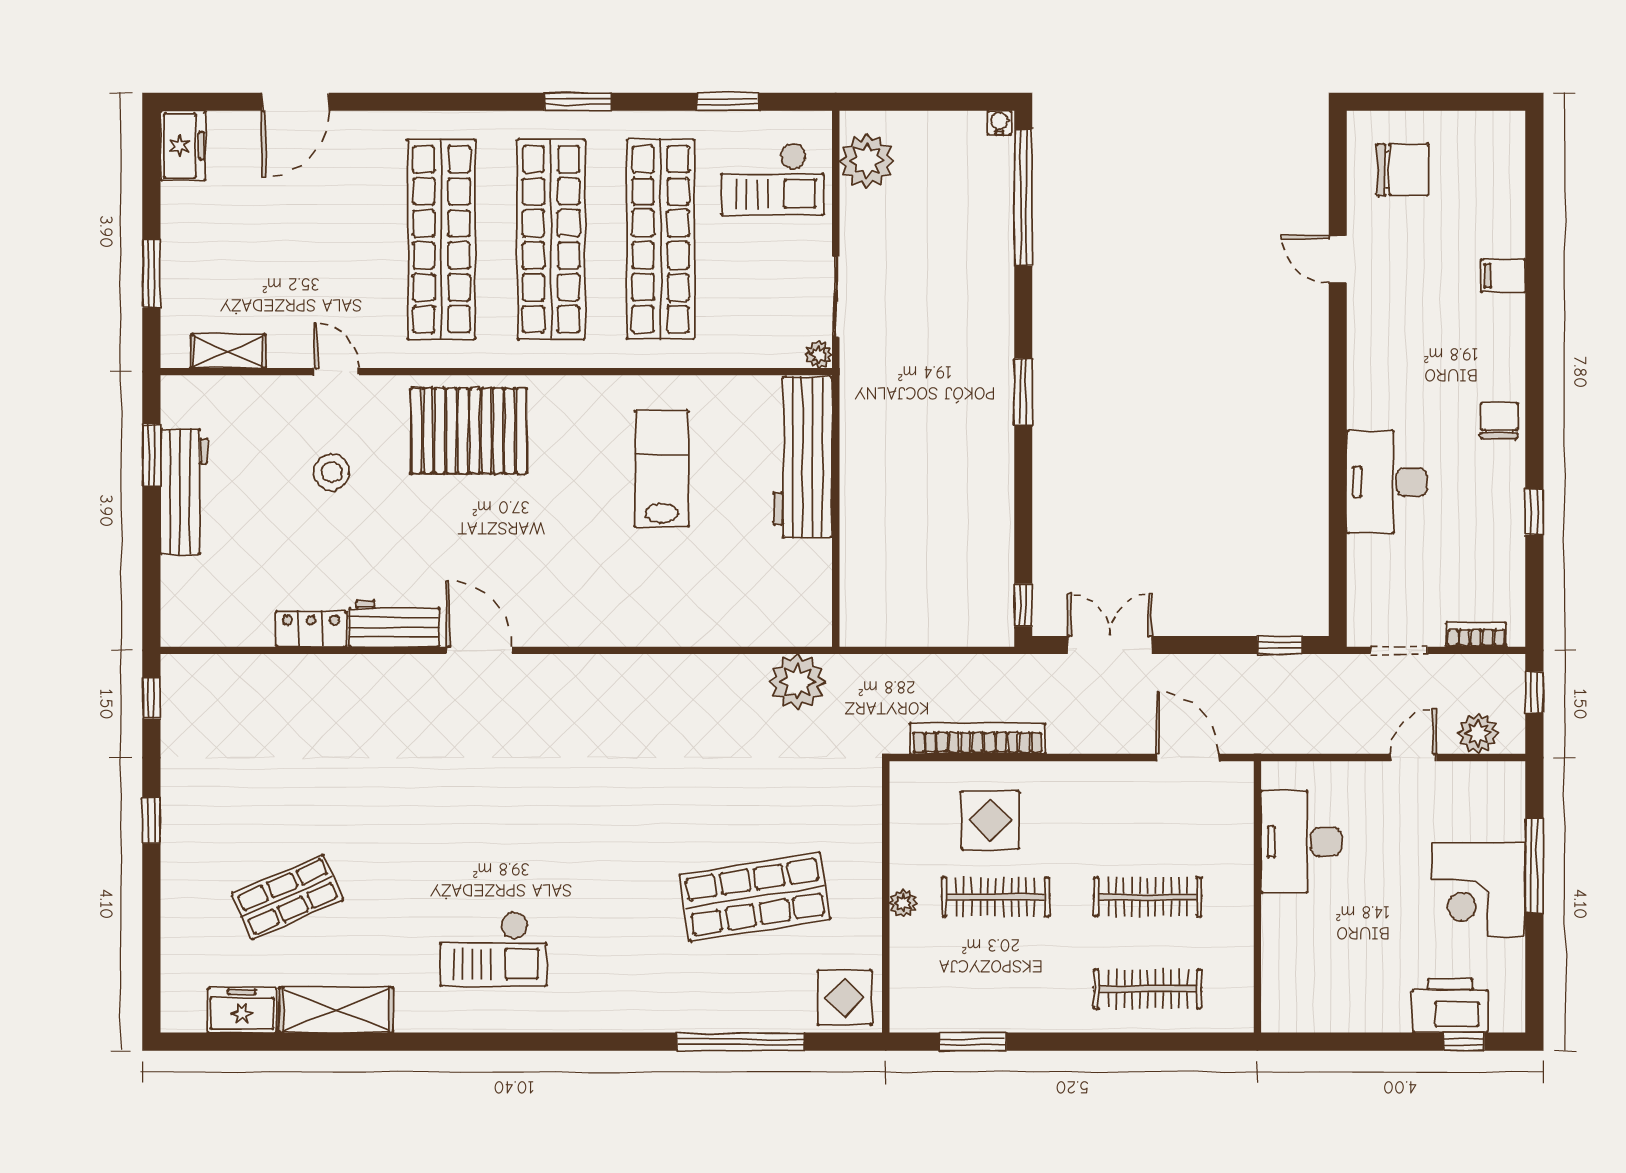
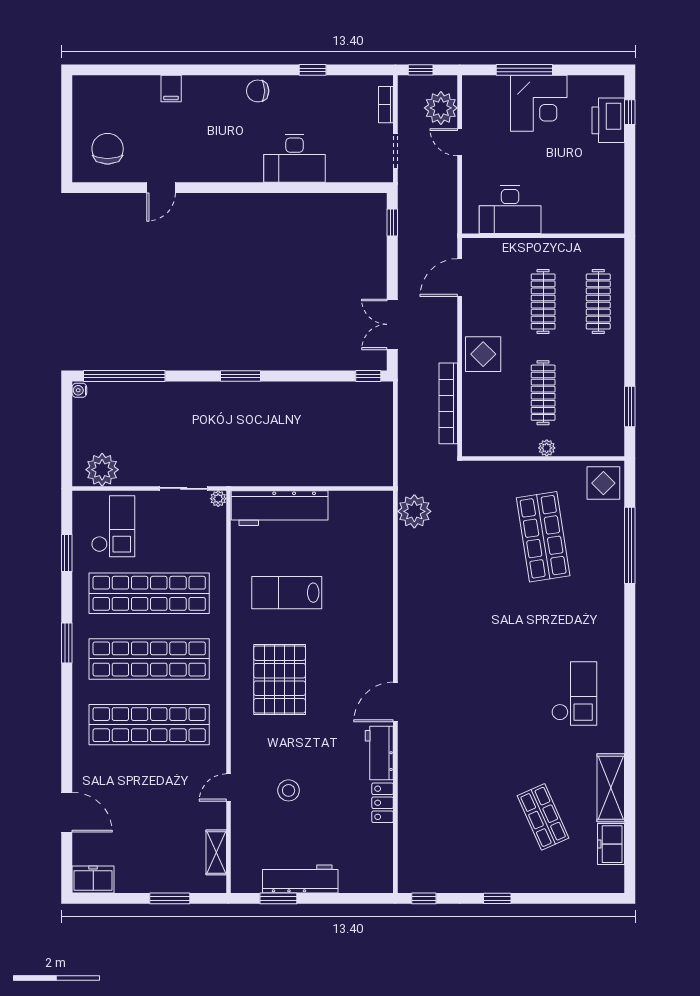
pallet: (469, 431) -> (280, 679), moved
plant: (1478, 734) -> (441, 108), width x1.36, depth x1.36
display table: (990, 820) -> (483, 354), moved

